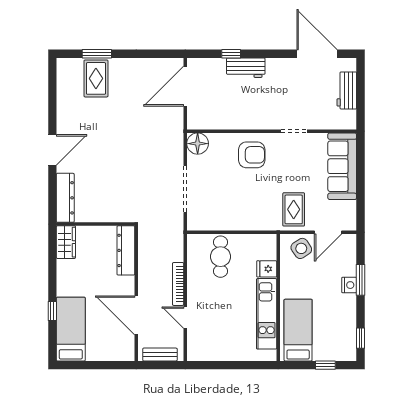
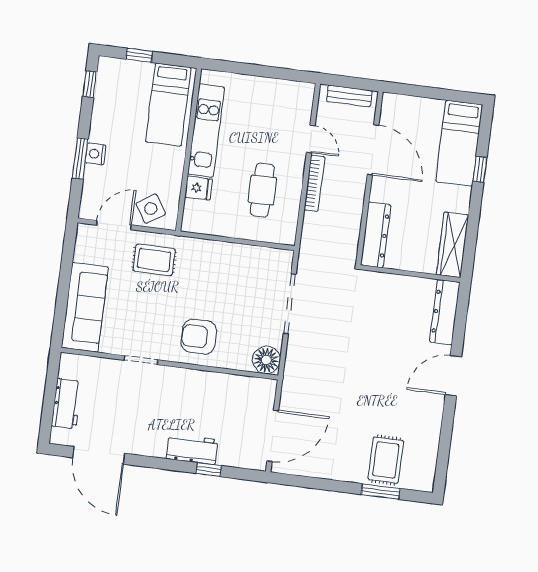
rug: (294, 209) -> (154, 260), turned 90
wardrobe: (66, 242) -> (452, 245), width x1.50
cafe table: (220, 257) -> (262, 190), moved

